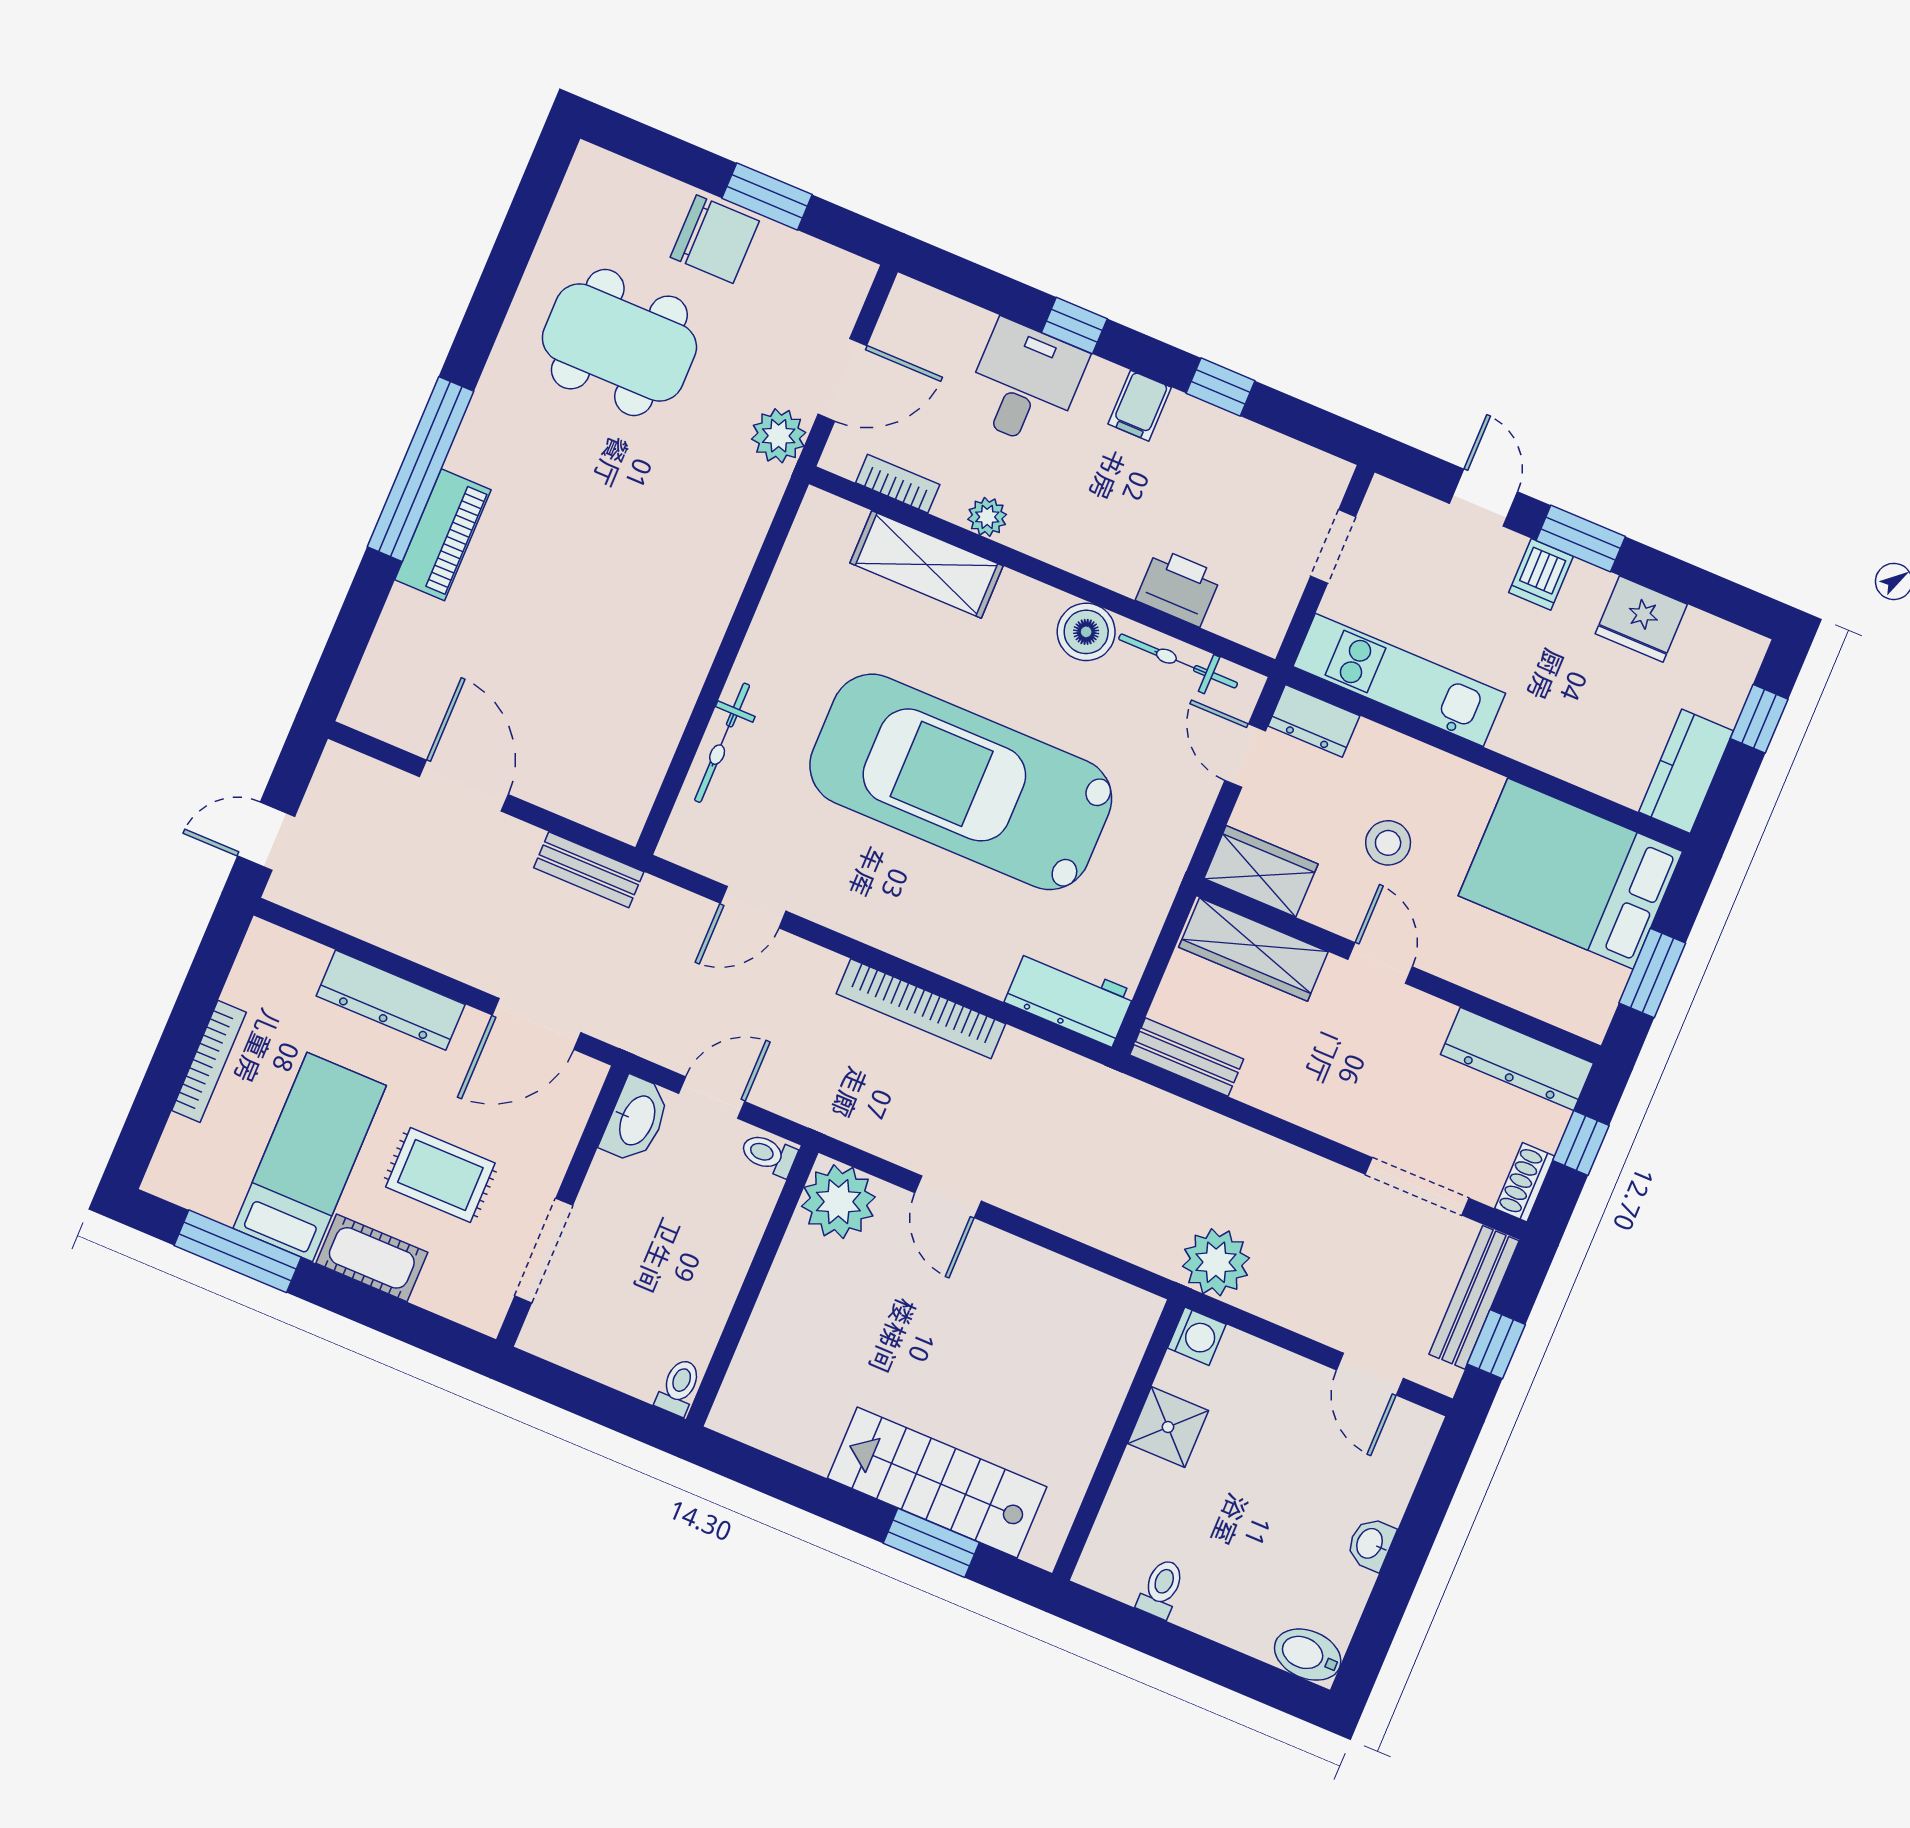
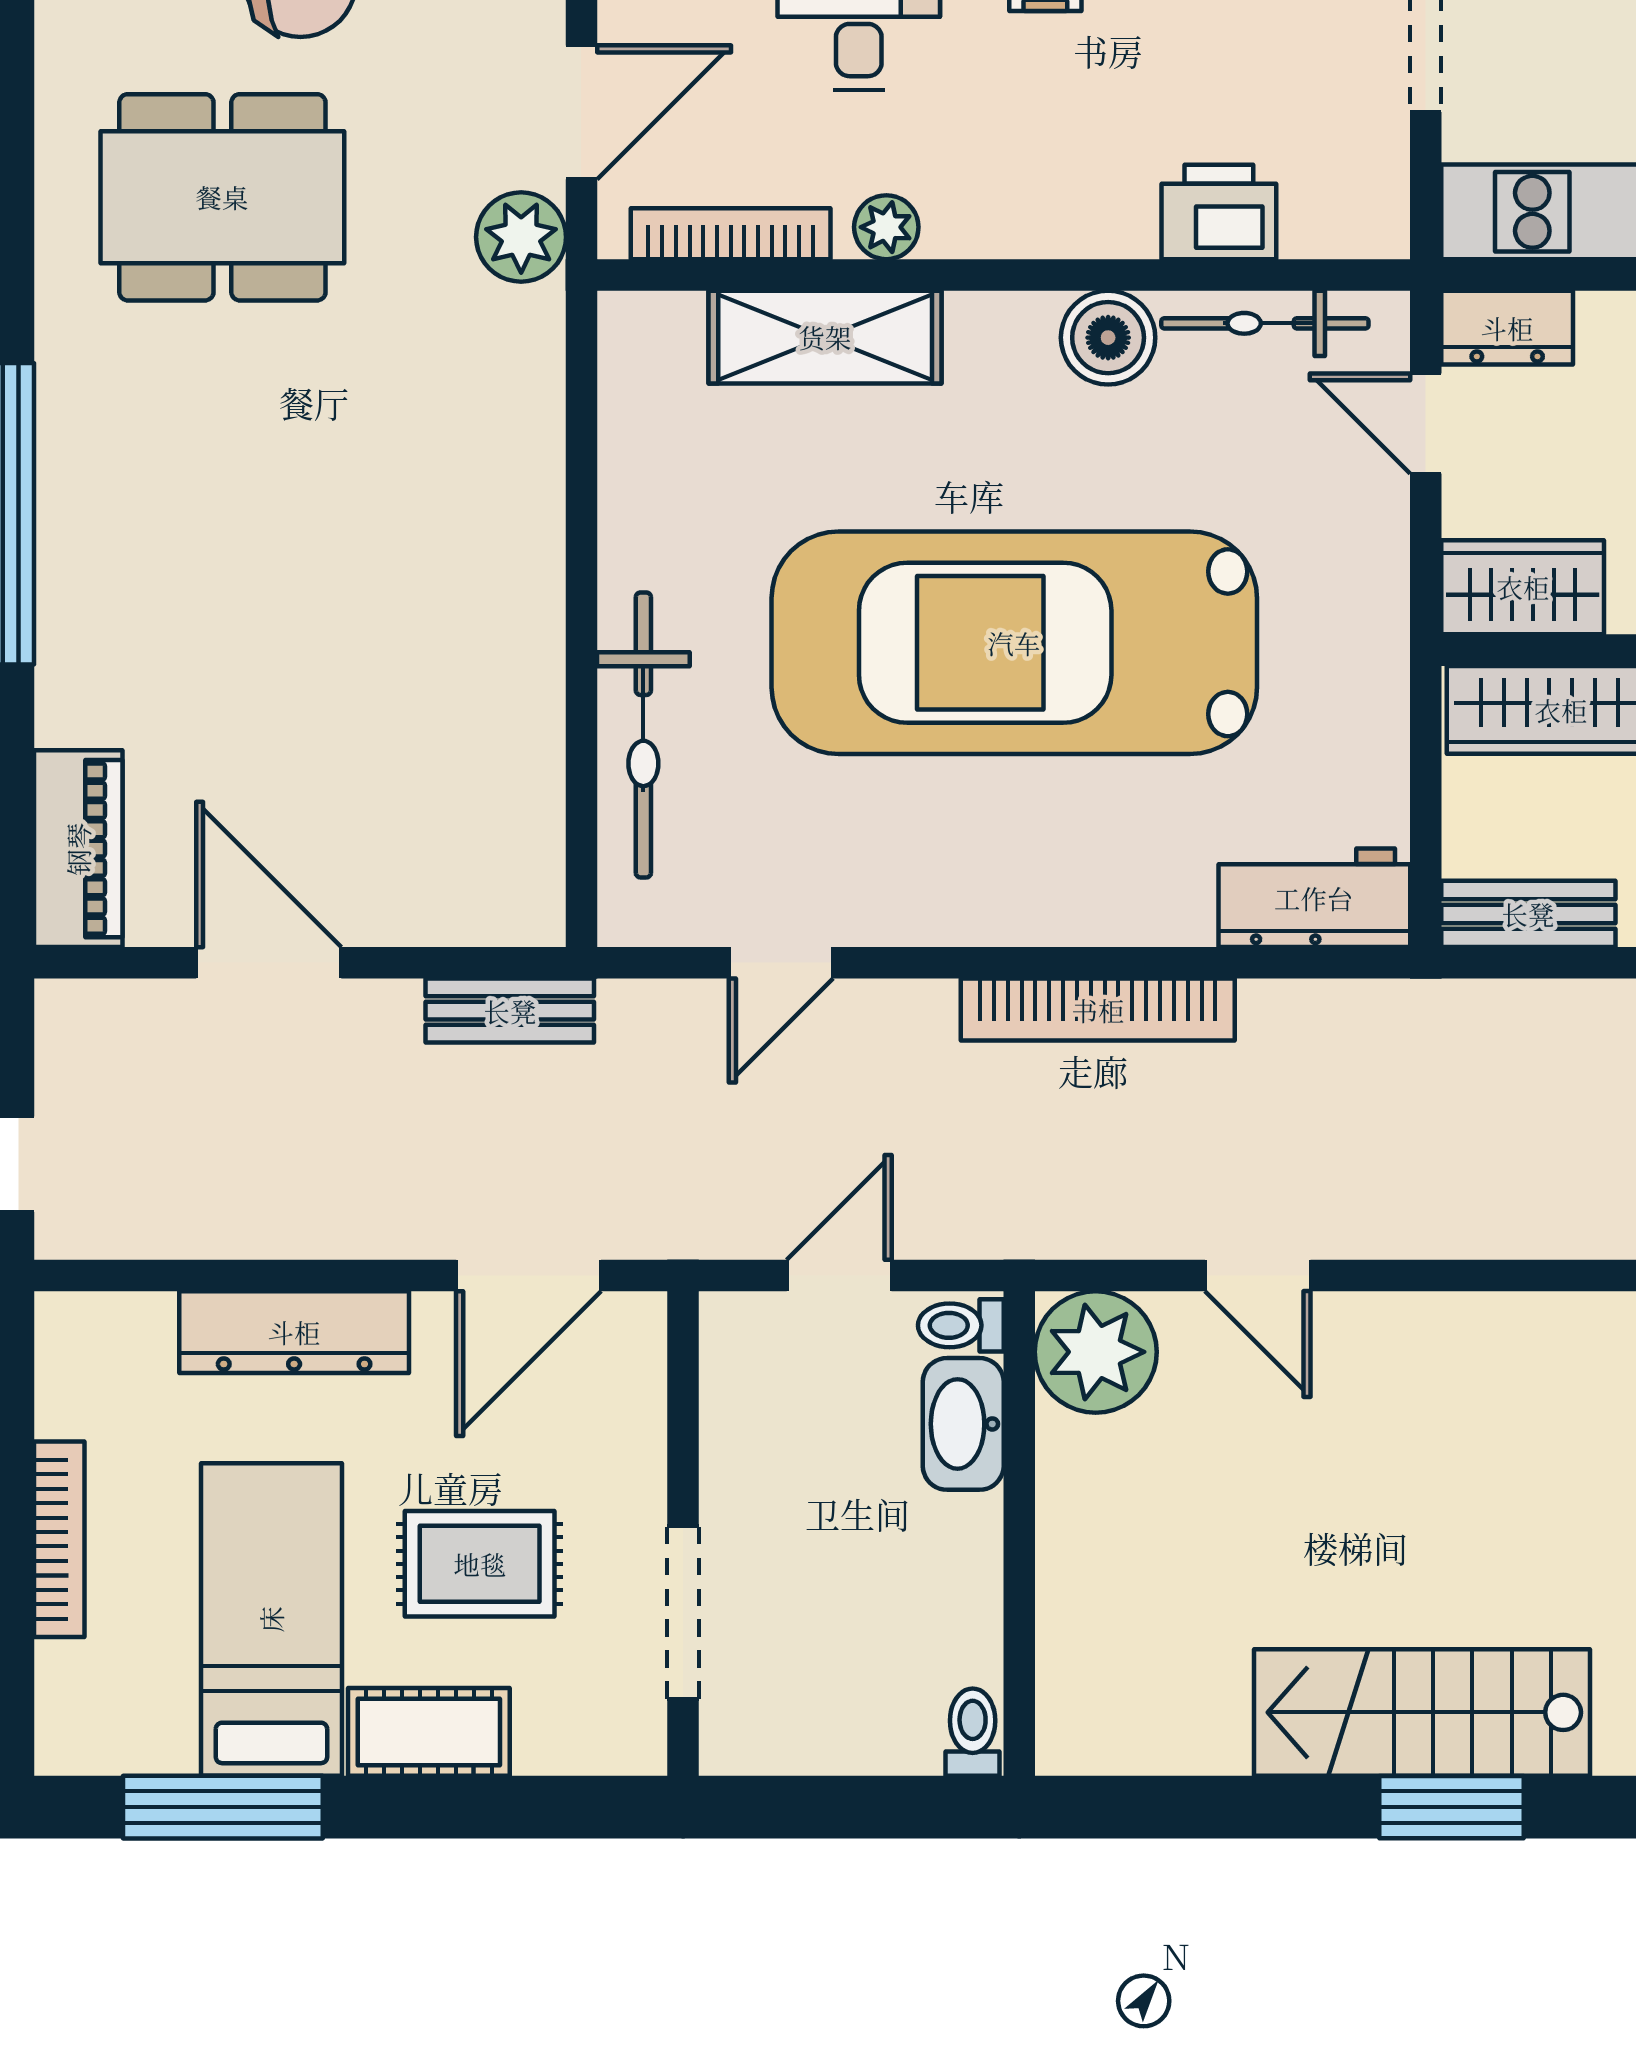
bookcase: (898, 484) -> (731, 234), width x1.56
piano: (443, 535) -> (78, 849), moved
bicycle: (722, 743) -> (643, 735), width x1.37, depth x1.40
washbasin: (636, 1120) -> (963, 1424), moved, turned 180

